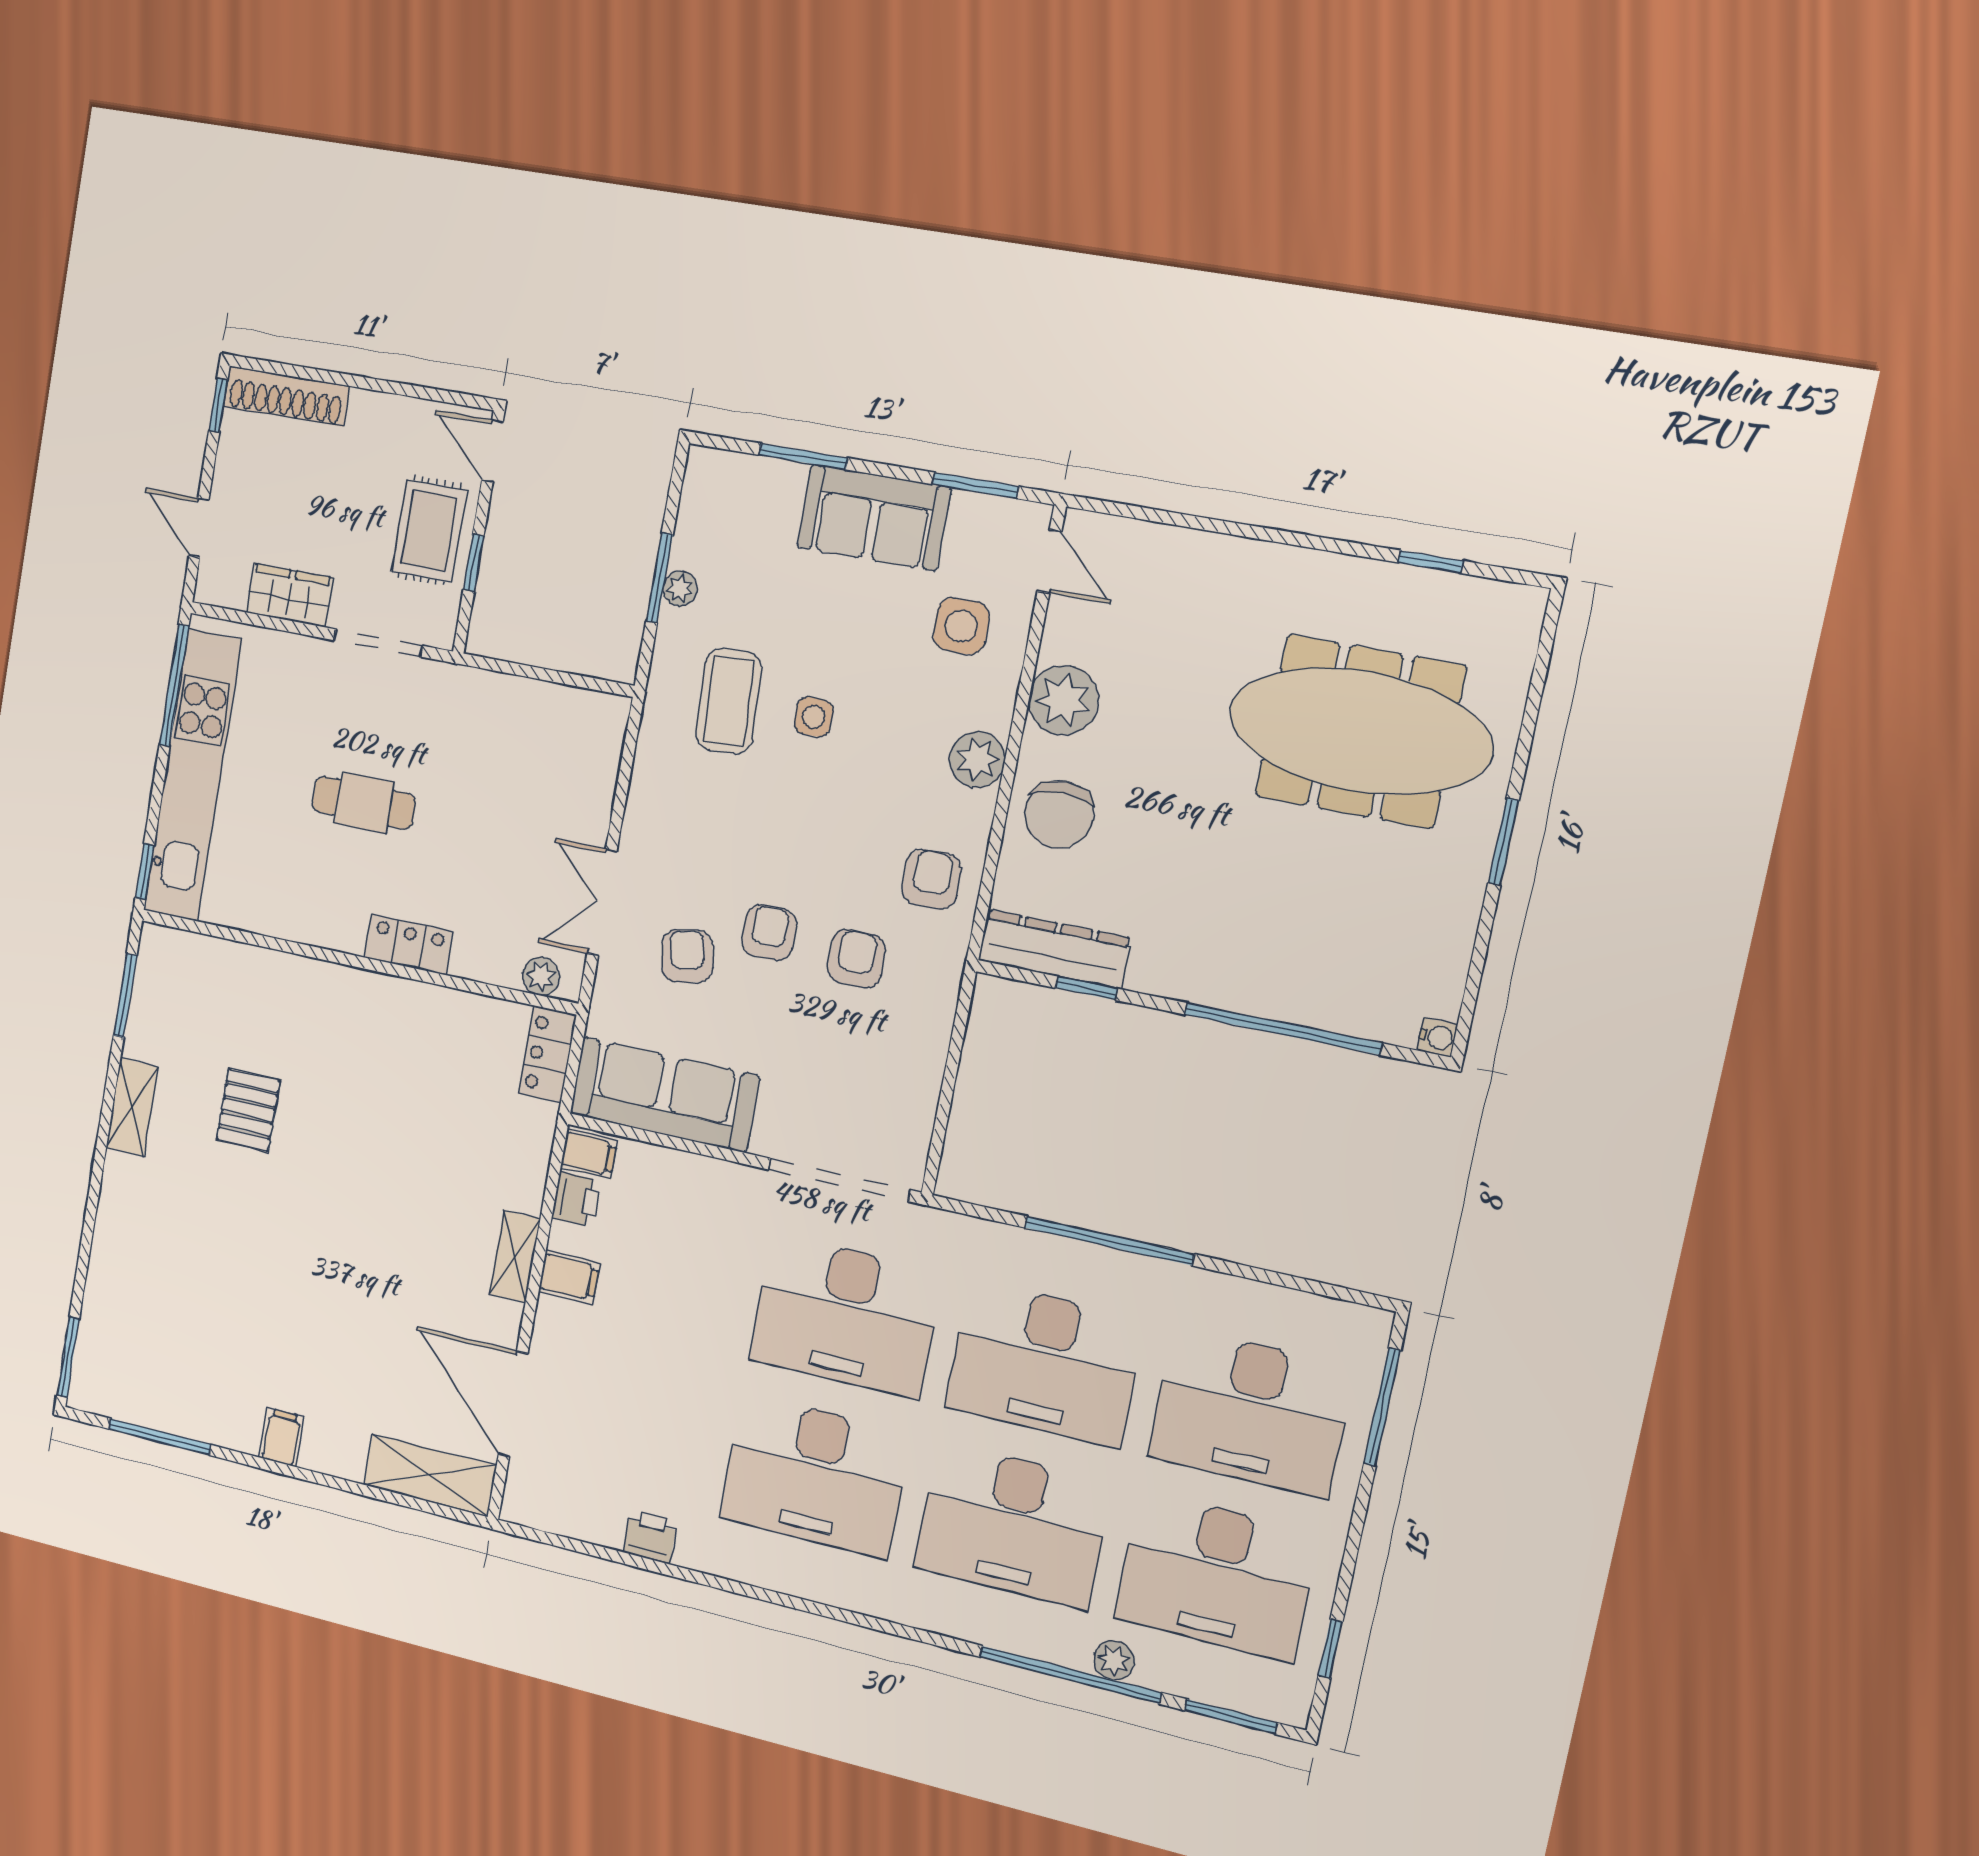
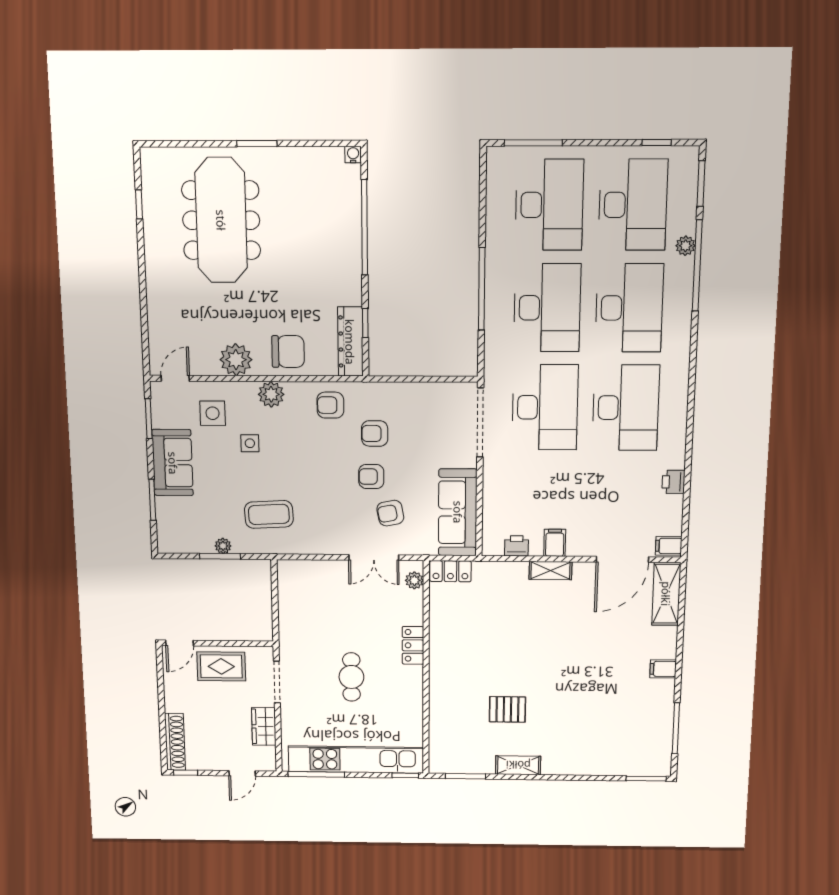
window: (473, 563) -> (231, 643), removed
side table: (814, 717) -> (250, 443), moved
filing cabinet: (589, 1154) -> (669, 546), moved, turned -90

